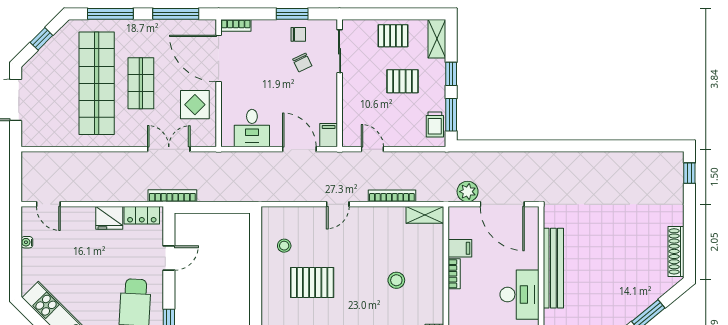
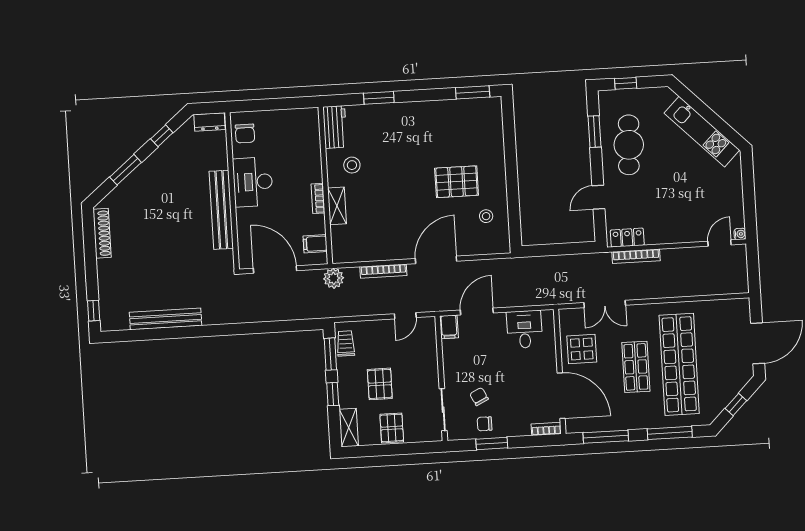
pallet: (393, 36) -> (392, 428), turned 90
pallet: (402, 81) -> (380, 384), turned 90
door: (299, 149) -> (477, 311), swing flipped
door: (372, 149) -> (405, 316), hinge flipped
bench: (617, 160) -> (166, 319), added
plant: (468, 192) -> (334, 278), moved
bookcase: (172, 196) -> (636, 256), moved
door: (48, 204) -> (719, 243), hinge flipped
door: (338, 204) -> (436, 260), width x1.88
shelving: (425, 215) -> (337, 206), moved, turned 90
fridge: (109, 218) -> (659, 233), removed
water cooler: (27, 242) -> (740, 234), moved
filing cabinet: (460, 248) -> (315, 244), moved
stool: (396, 280) -> (352, 165), moved

